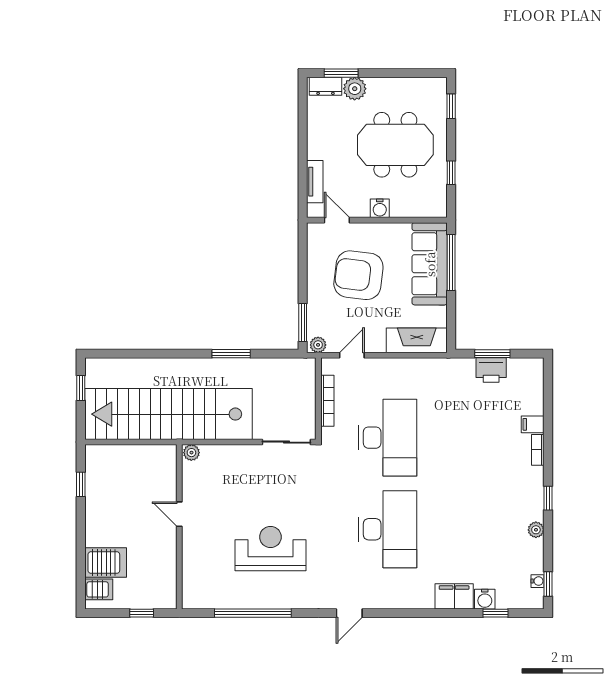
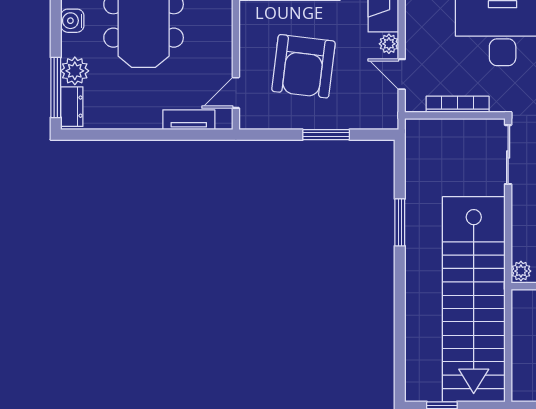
window: (341, 73) -> (56, 87), width x1.44
water cooler: (380, 208) -> (72, 21), moved, turned 180
window: (303, 323) -> (326, 135), moved
plant: (318, 345) -> (389, 44), moved

